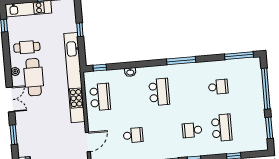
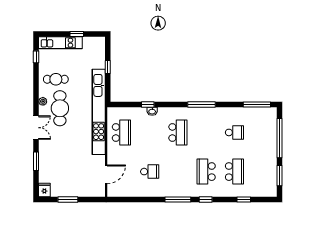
window: (100, 68) -> (148, 105), moved
school desk: (192, 130) -> (206, 172), width x1.85

